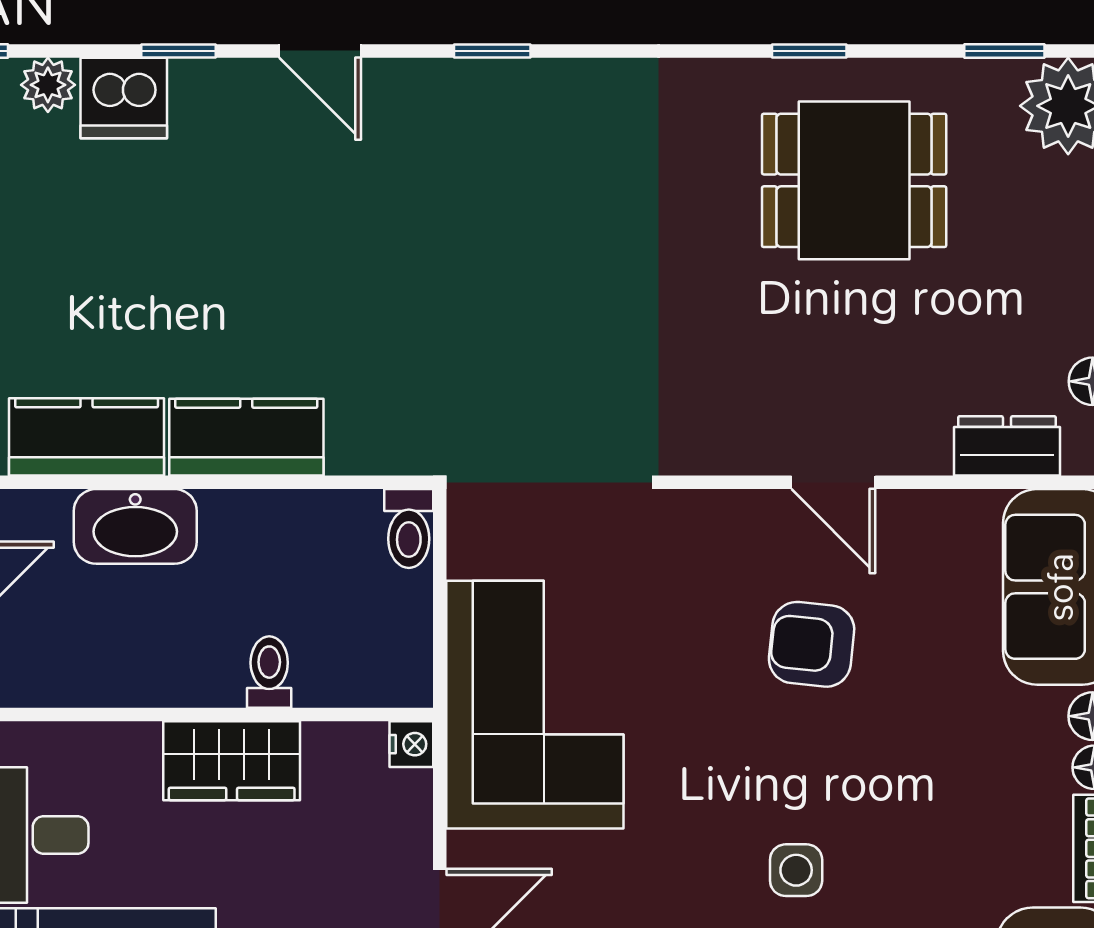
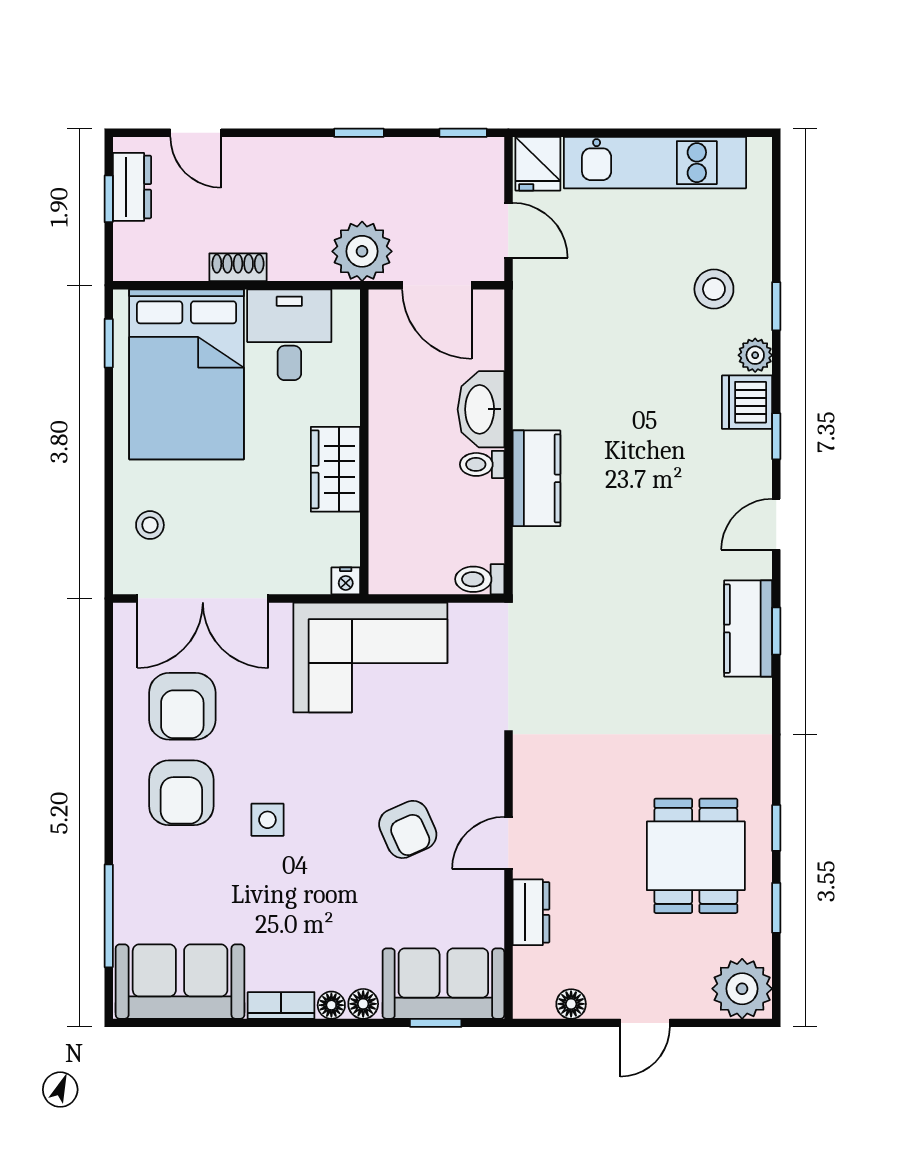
window: (1004, 51) -> (776, 908), moved
kitchen counter: (87, 437) -> (748, 629), moved, turned 180
dresser: (1007, 446) -> (531, 912), moved
armchair: (812, 644) -> (408, 829), turned 150
toilet: (269, 672) -> (482, 464), moved, turned 180

